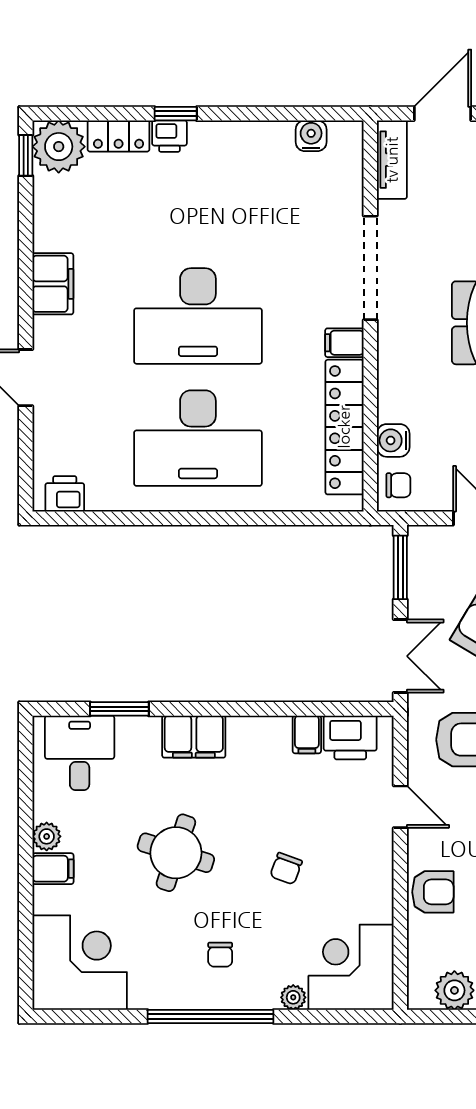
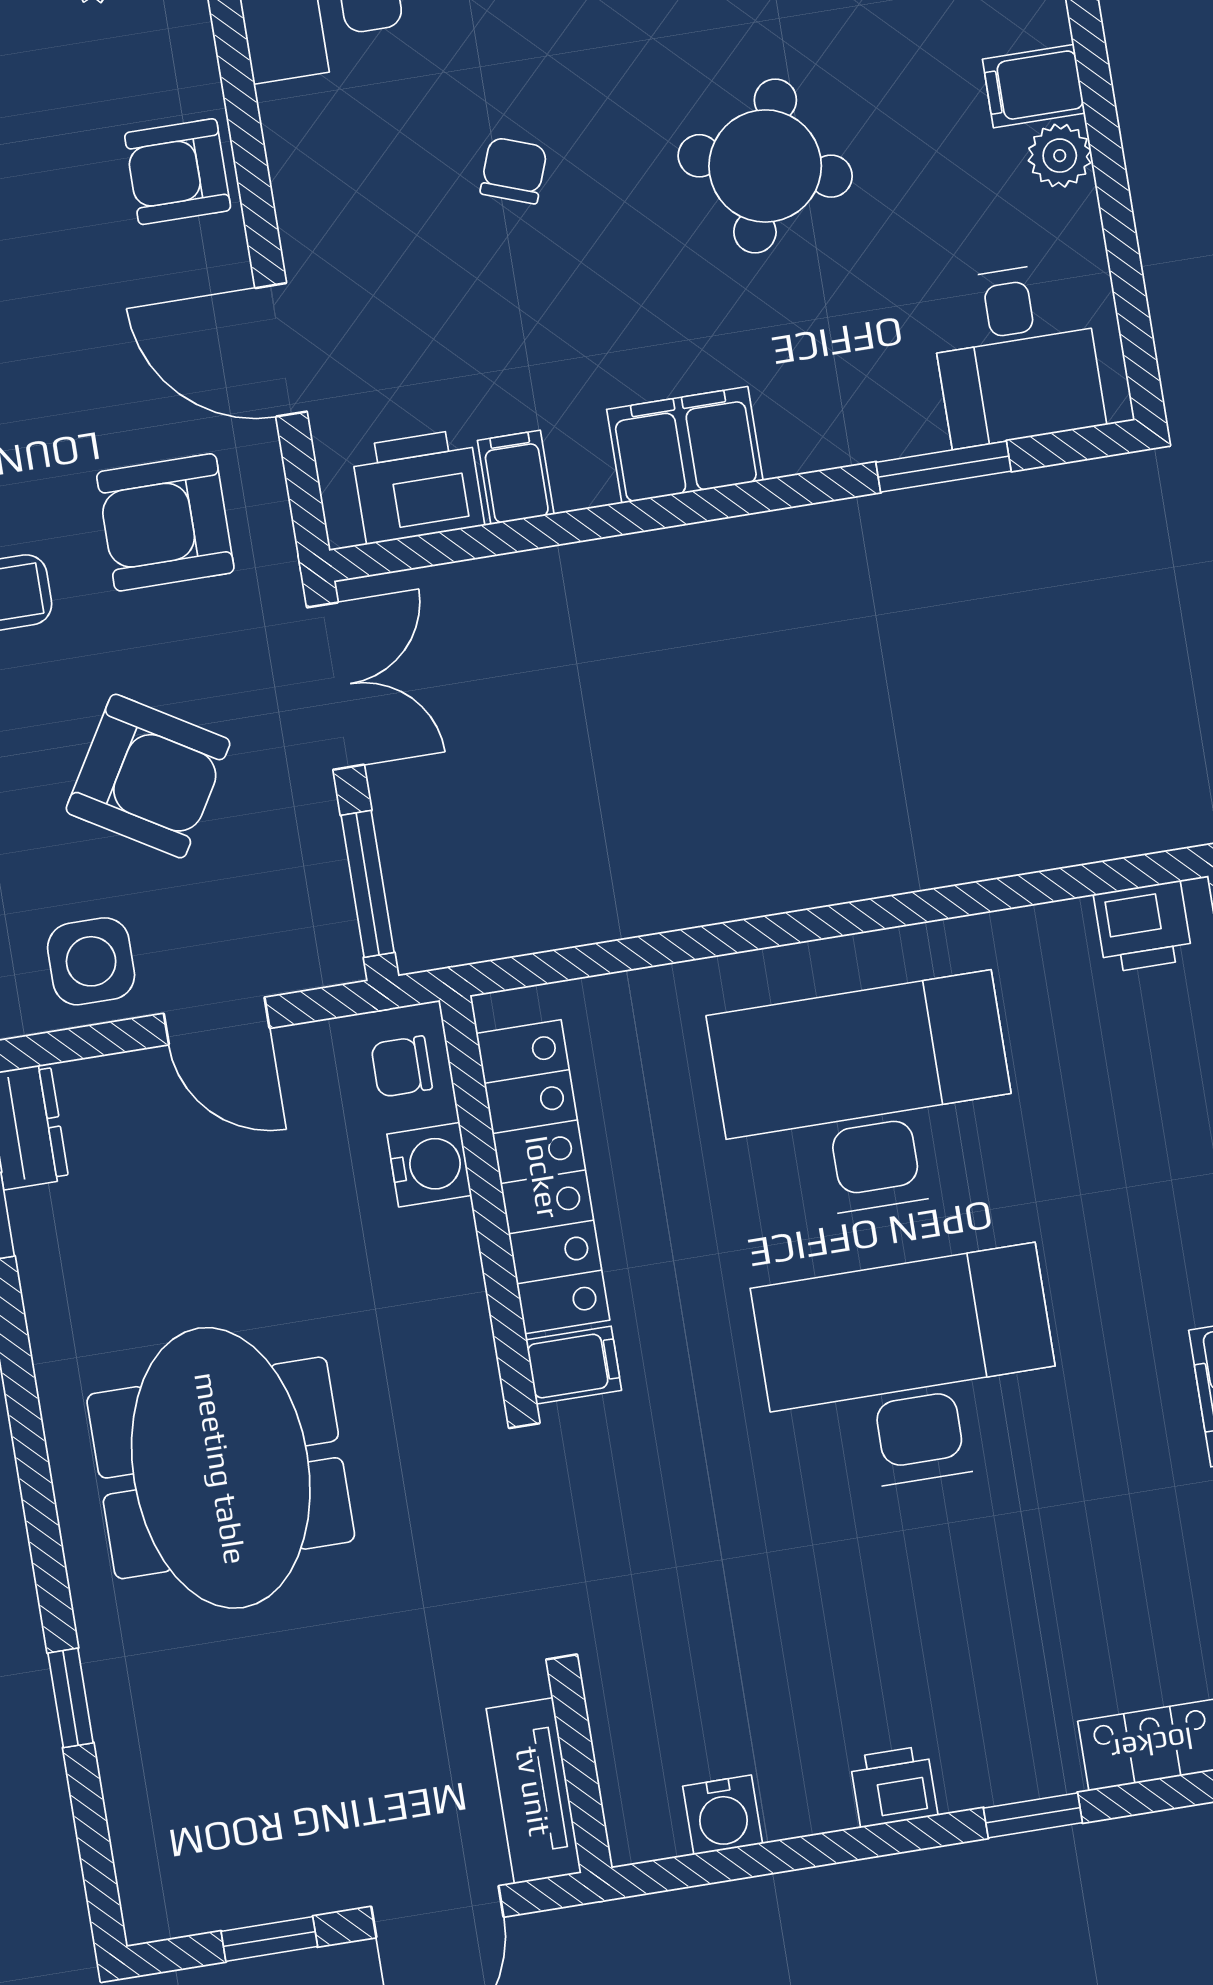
printer: (169, 136) -> (894, 1786), moved
double door: (400, 656) -> (336, 686), swing flipped
filing cabinet: (194, 737) -> (685, 445), moved
door: (400, 807) -> (281, 350), width x1.38

